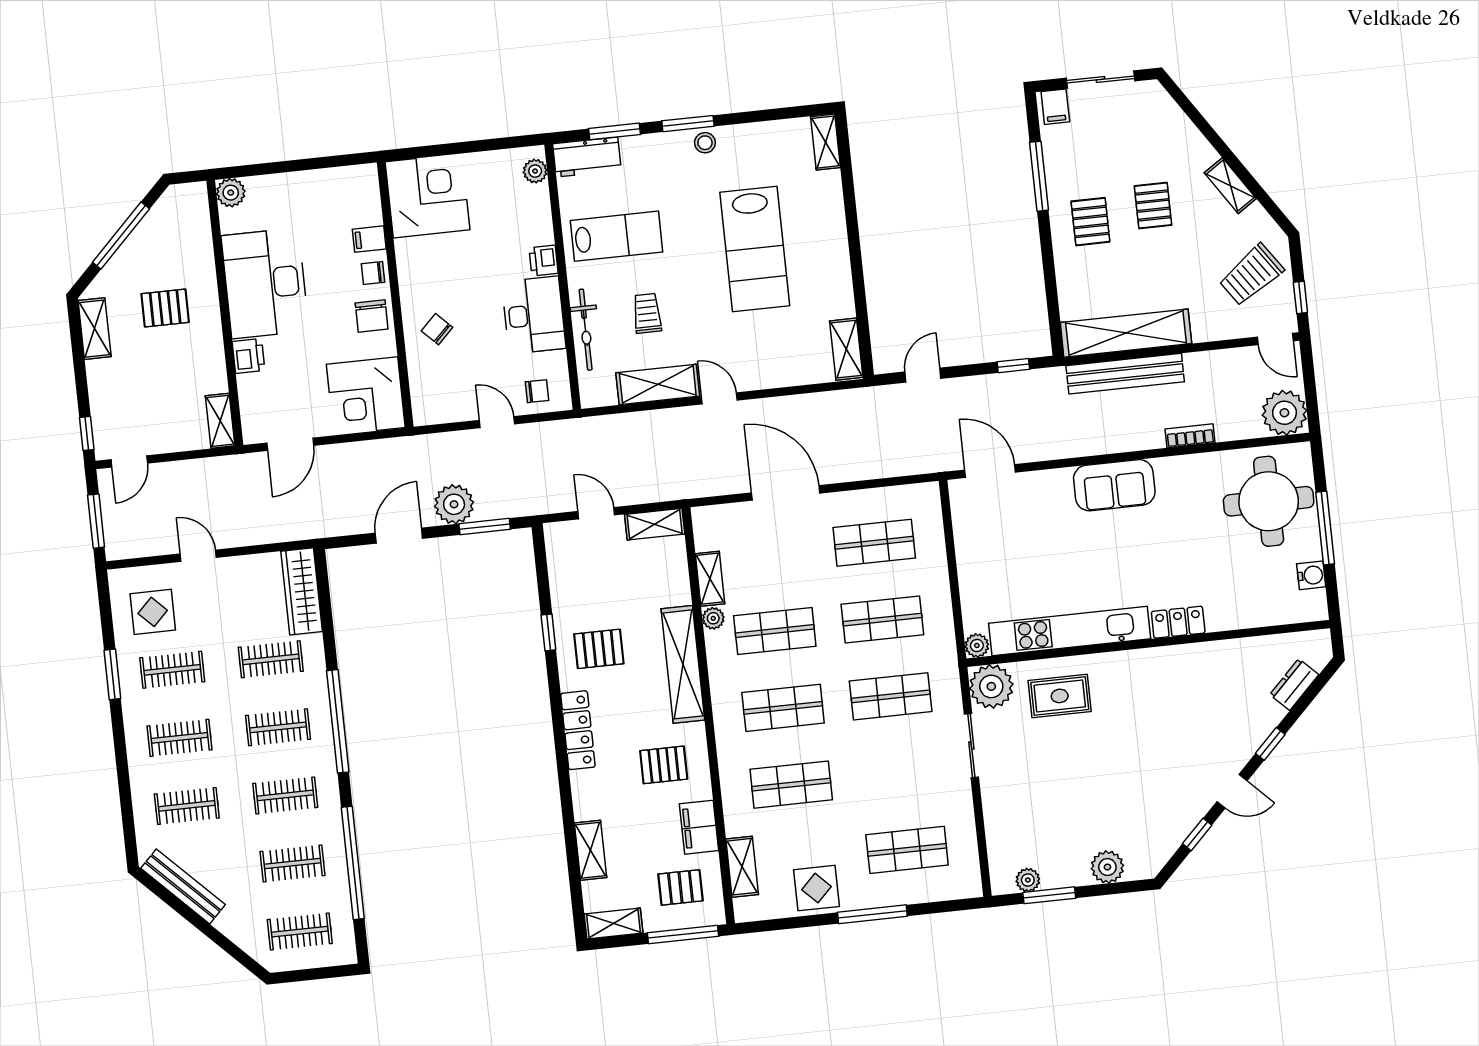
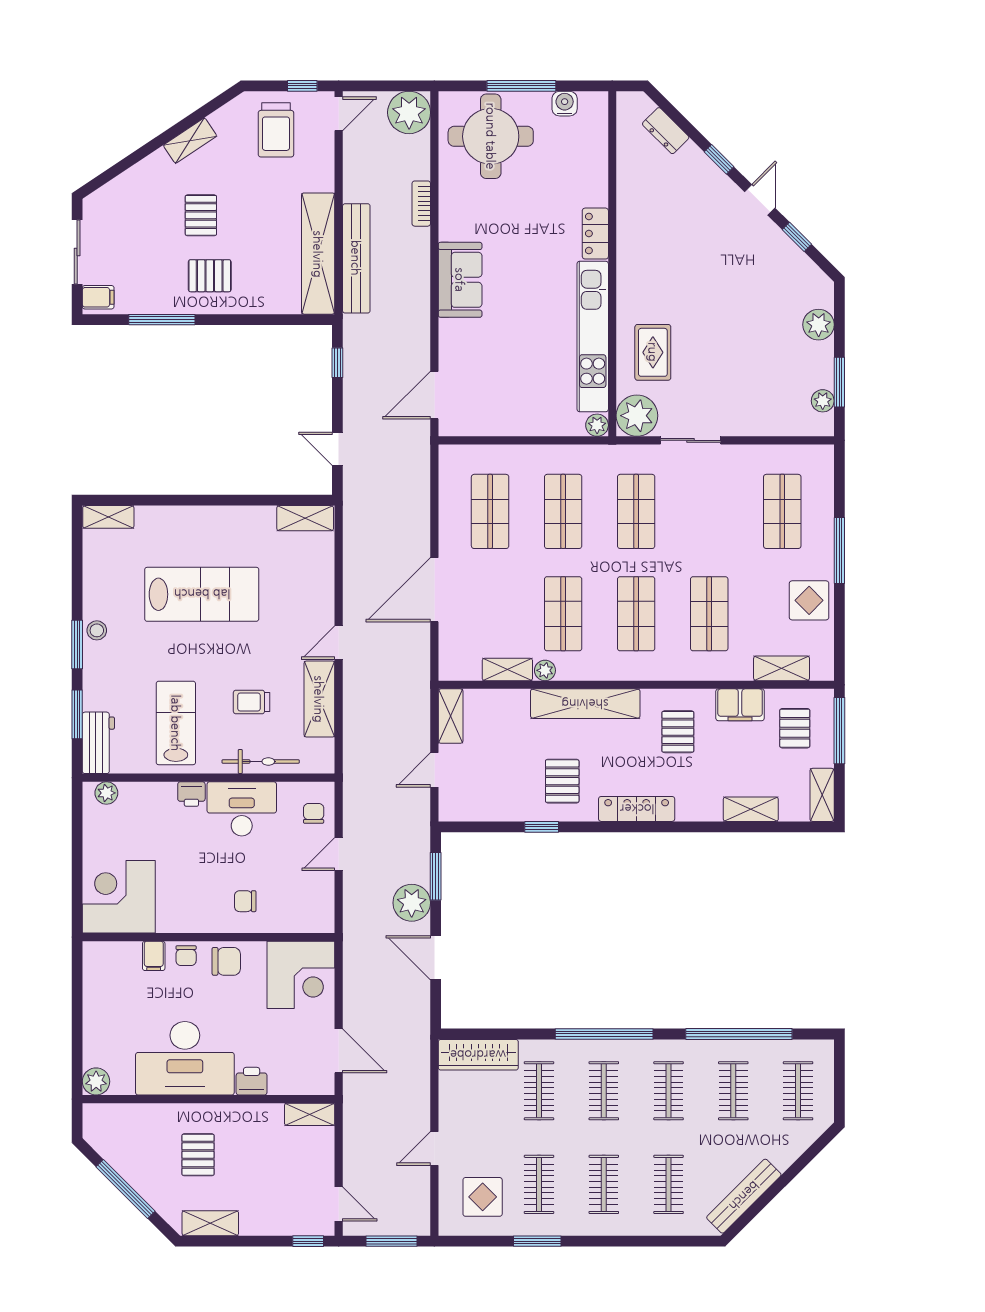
pallet: (1153, 205) -> (201, 215), turned 90
trolley: (1251, 275) -> (276, 130), turned 35
chair: (437, 329) -> (245, 901), turned 45

